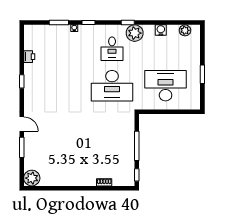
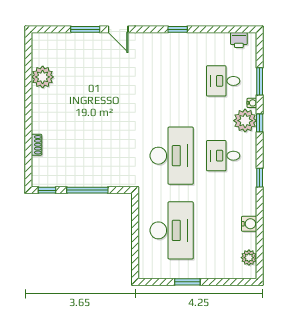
plant: (135, 33) -> (245, 121), moved
desk: (59, 49) -> (223, 81), added
printer: (29, 57) -> (239, 40), moved
desk: (112, 86) -> (172, 156), turned 180
door: (22, 124) -> (118, 29), hinge flipped
plant: (32, 178) -> (43, 77), moved

